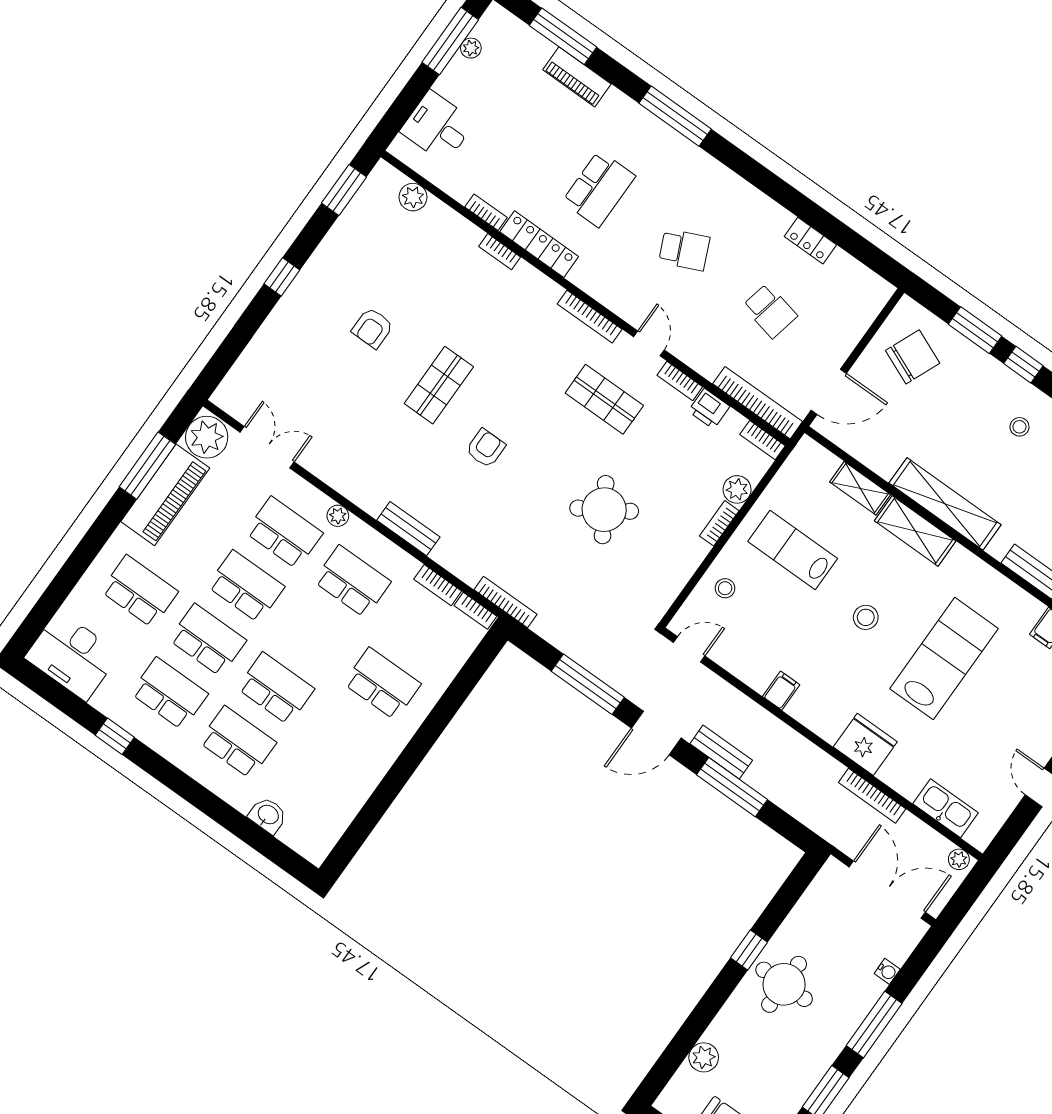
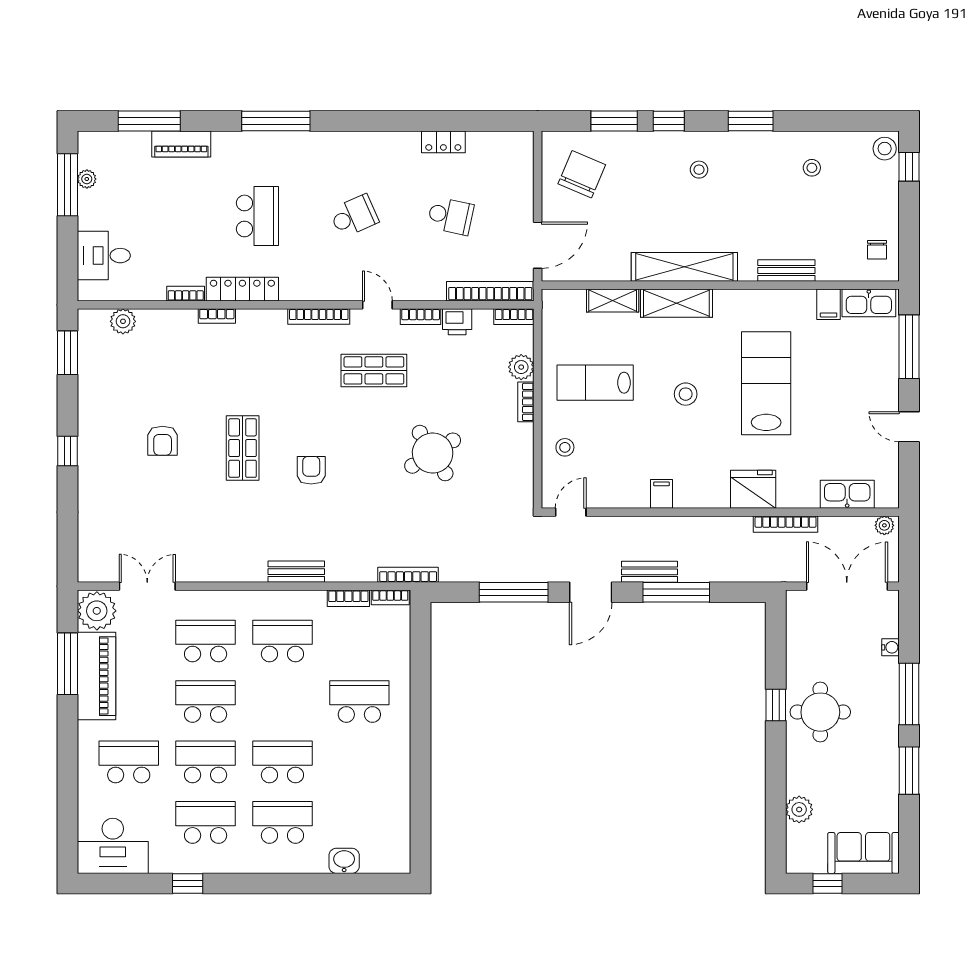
plant: (338, 516) -> (237, 600), removed

